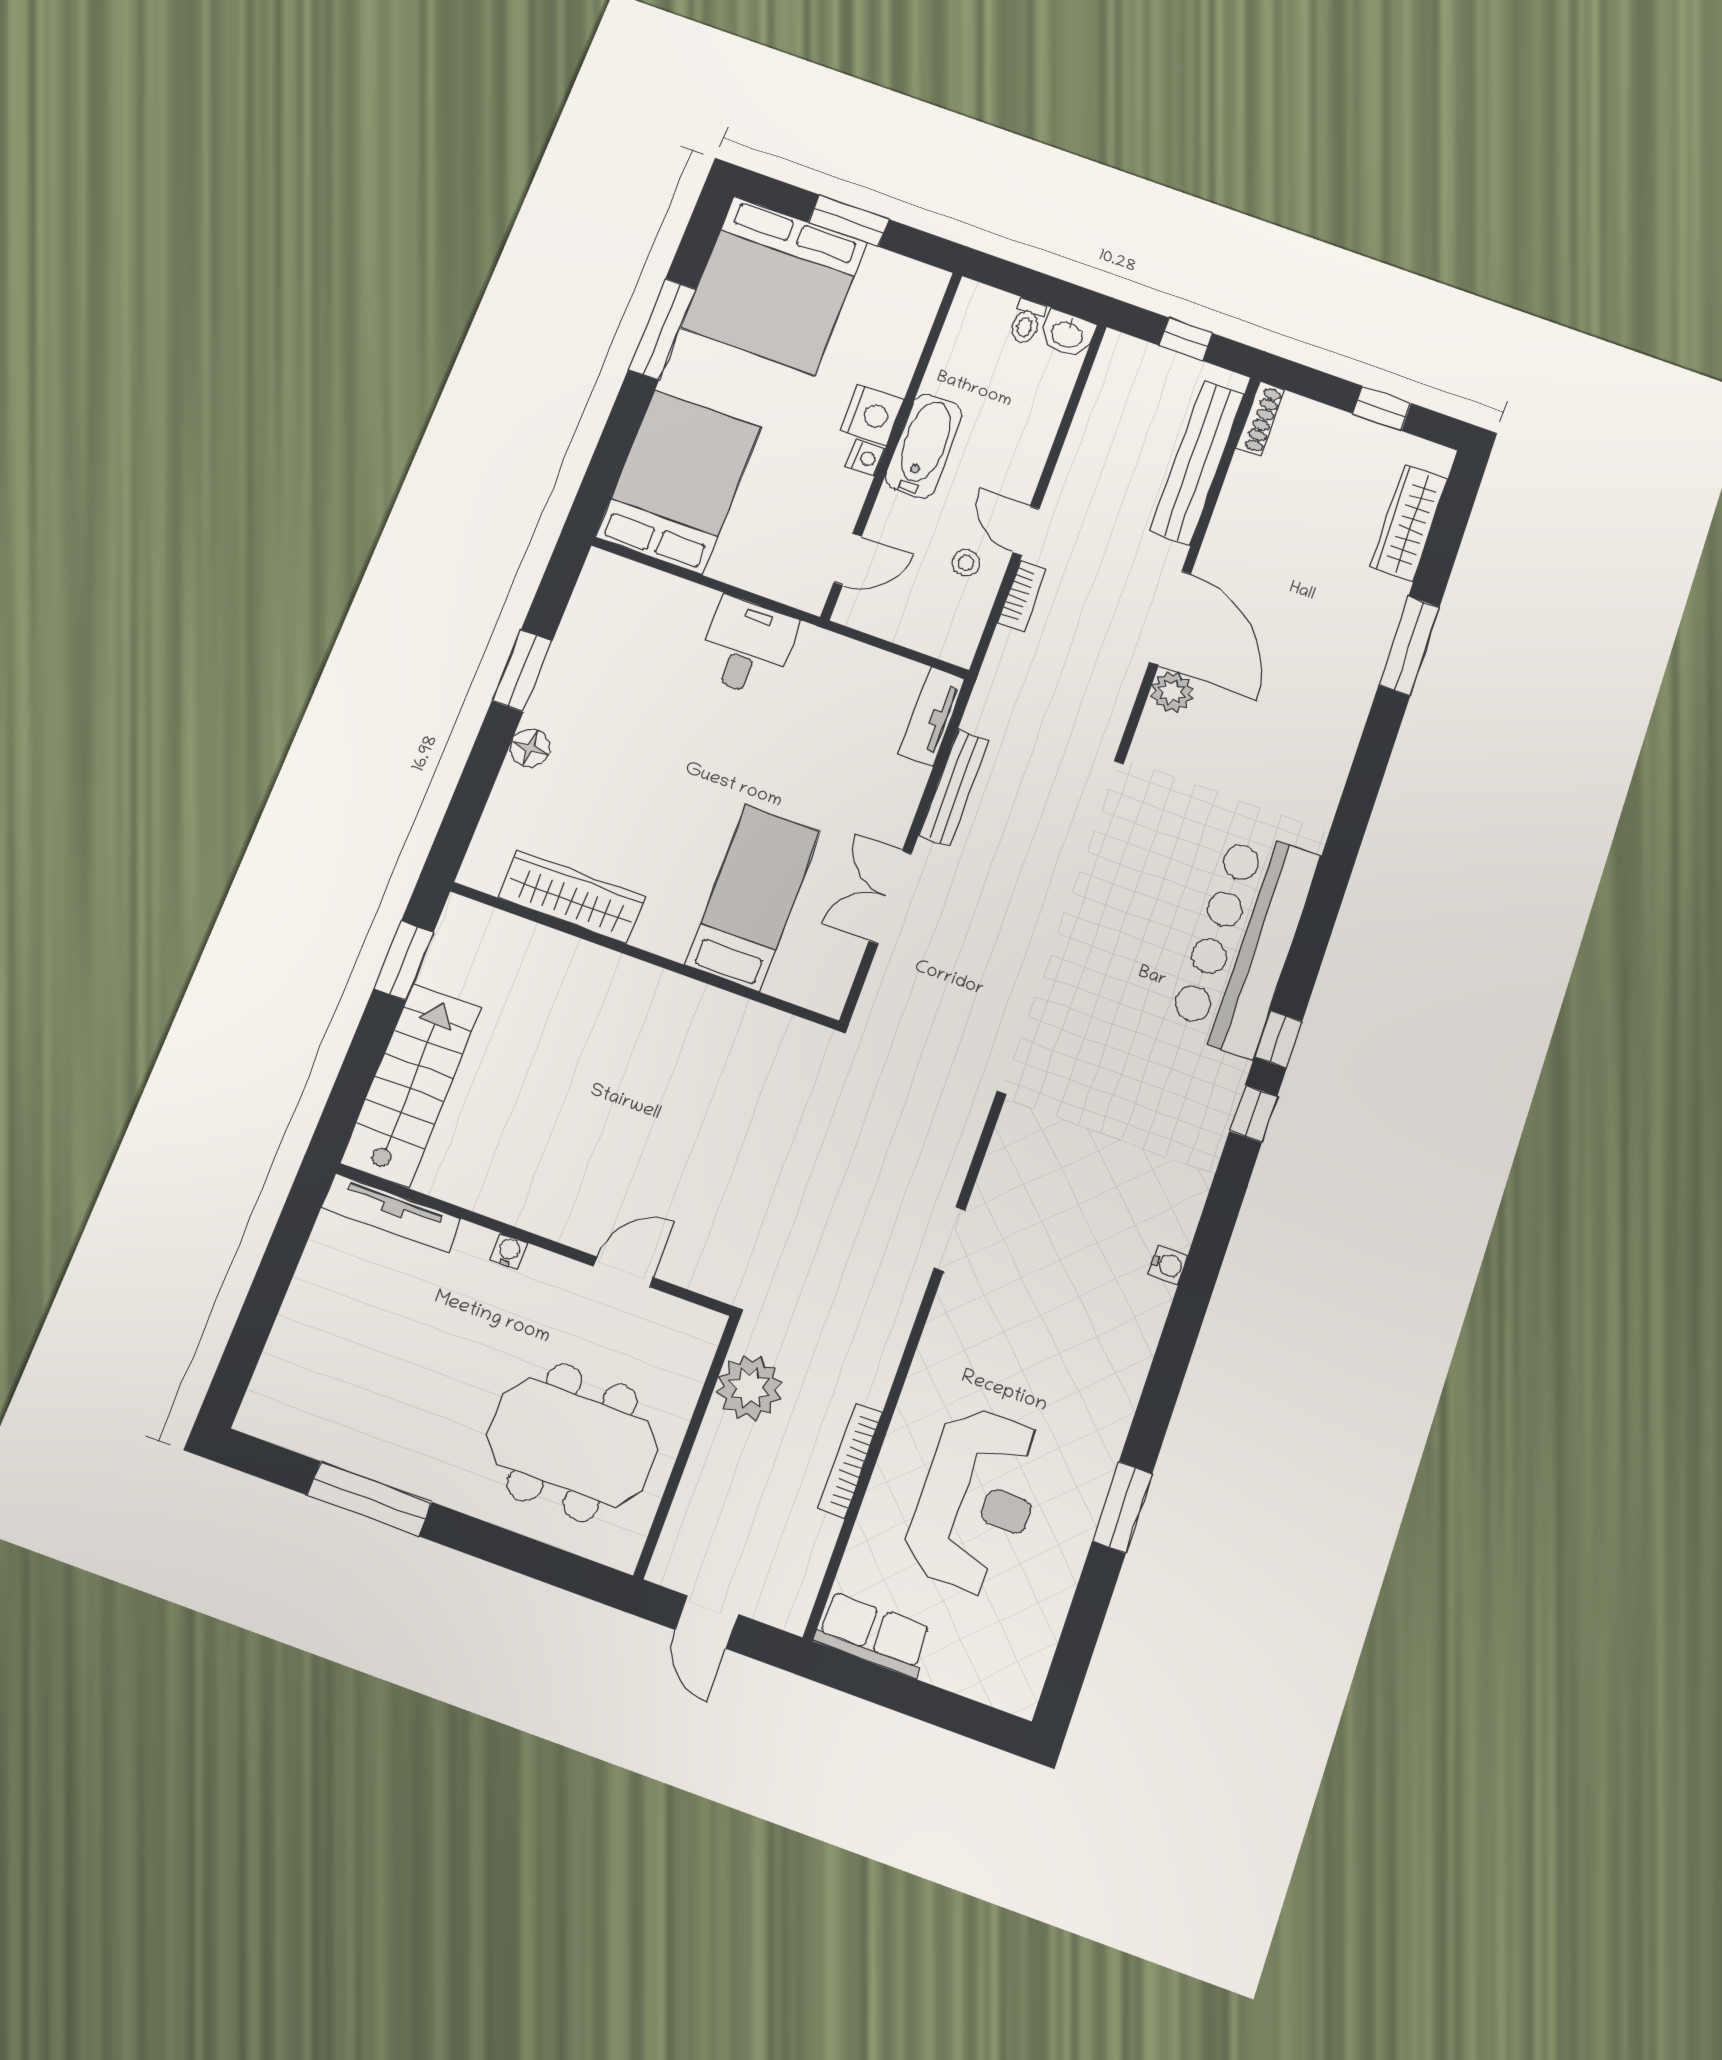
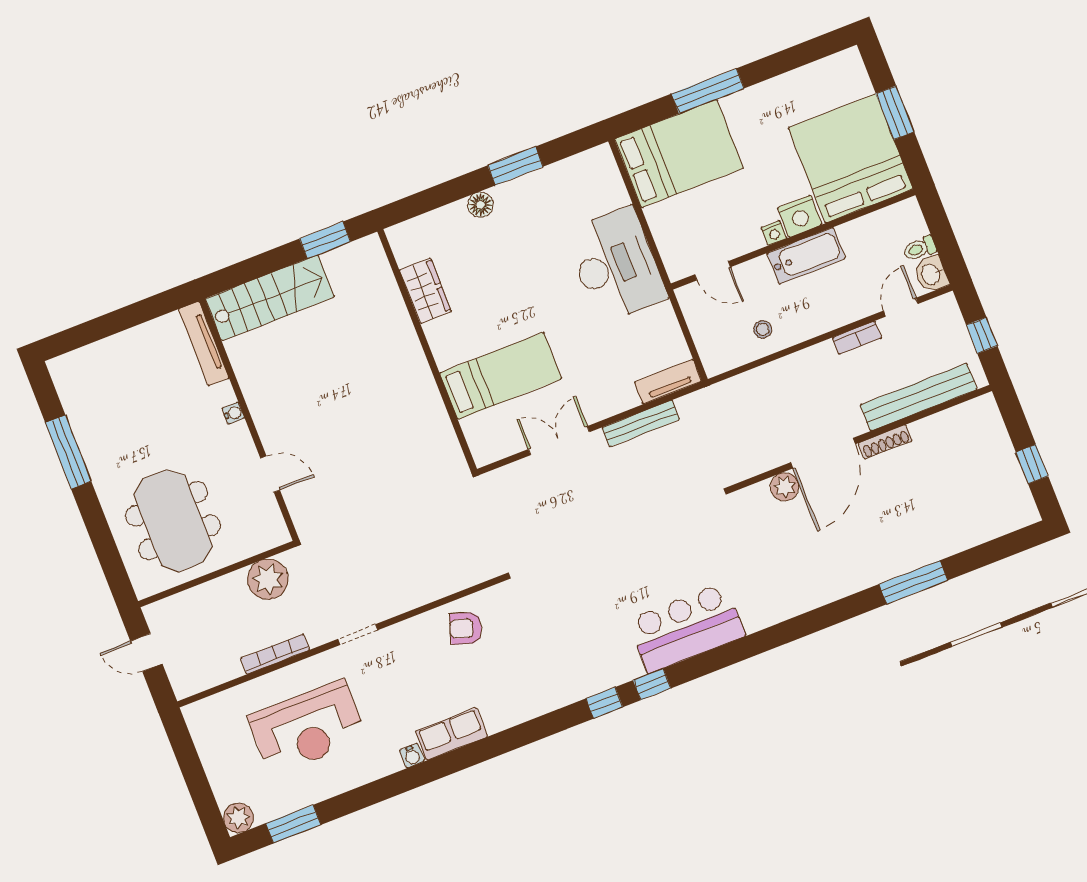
bed: (774, 285) -> (851, 158), moved, turned 90
window: (662, 329) -> (708, 91), moved
shoe rack: (1260, 419) -> (885, 442), moved
wardrobe: (1409, 523) -> (980, 528), removed
door: (1026, 531) -> (901, 307), moved
bookcase: (1022, 596) -> (857, 338), moved
desk: (747, 647) -> (616, 265), width x1.87, depth x1.30
wardrobe: (572, 897) -> (425, 291), width x0.67
bar counter: (1244, 942) -> (686, 628), width x0.73
armchair: (1021, 1200) -> (466, 628), added
doorway: (950, 1239) -> (358, 635), moved
water cooler: (1168, 1265) -> (412, 756), moved
window: (1122, 1507) -> (293, 824), moved
door: (707, 1622) -> (146, 652), hinge flipped
row of seats: (873, 1635) -> (451, 734), moved, turned -90
plant: (1016, 1689) -> (238, 818), added

